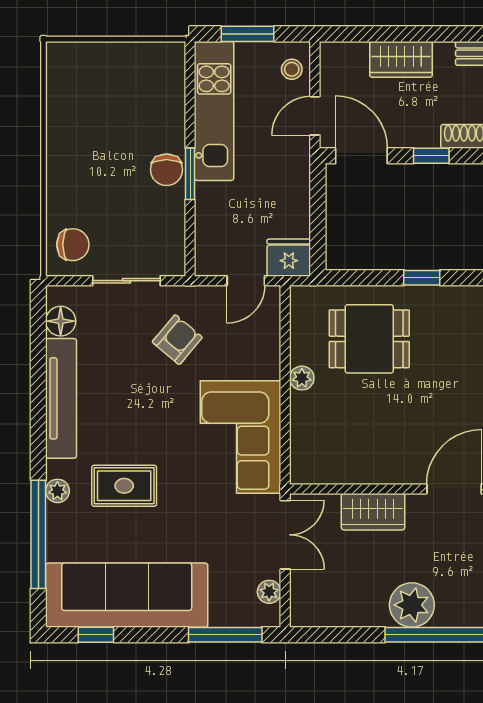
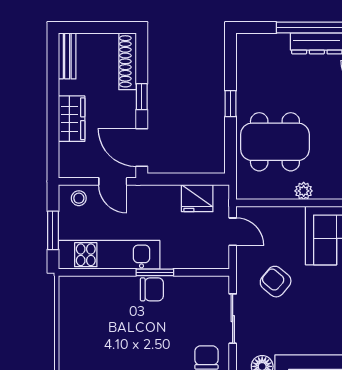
door: (361, 156) -> (142, 148), hinge flipped
fridge: (289, 258) -> (197, 198), moved, turned -90
dining table: (369, 339) -> (275, 142), width x1.38

